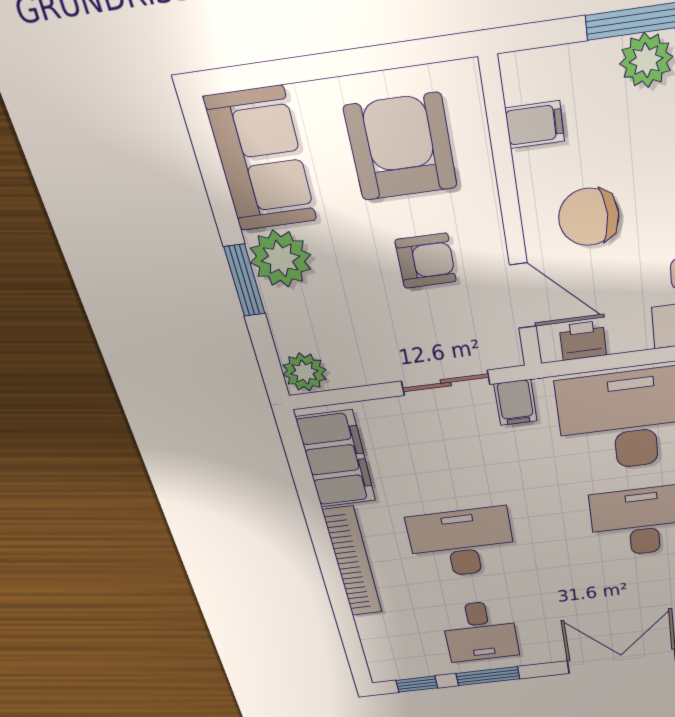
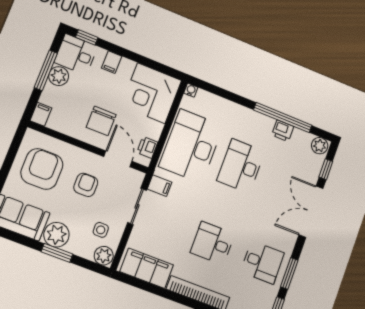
filing cabinet: (535, 125) -> (41, 114), moved
armchair: (401, 147) -> (42, 169), turned 90
door: (523, 296) -> (118, 159), hinge flipped
side table: (352, 340) -> (101, 230), added
desk: (462, 543) -> (213, 243), width x0.73

